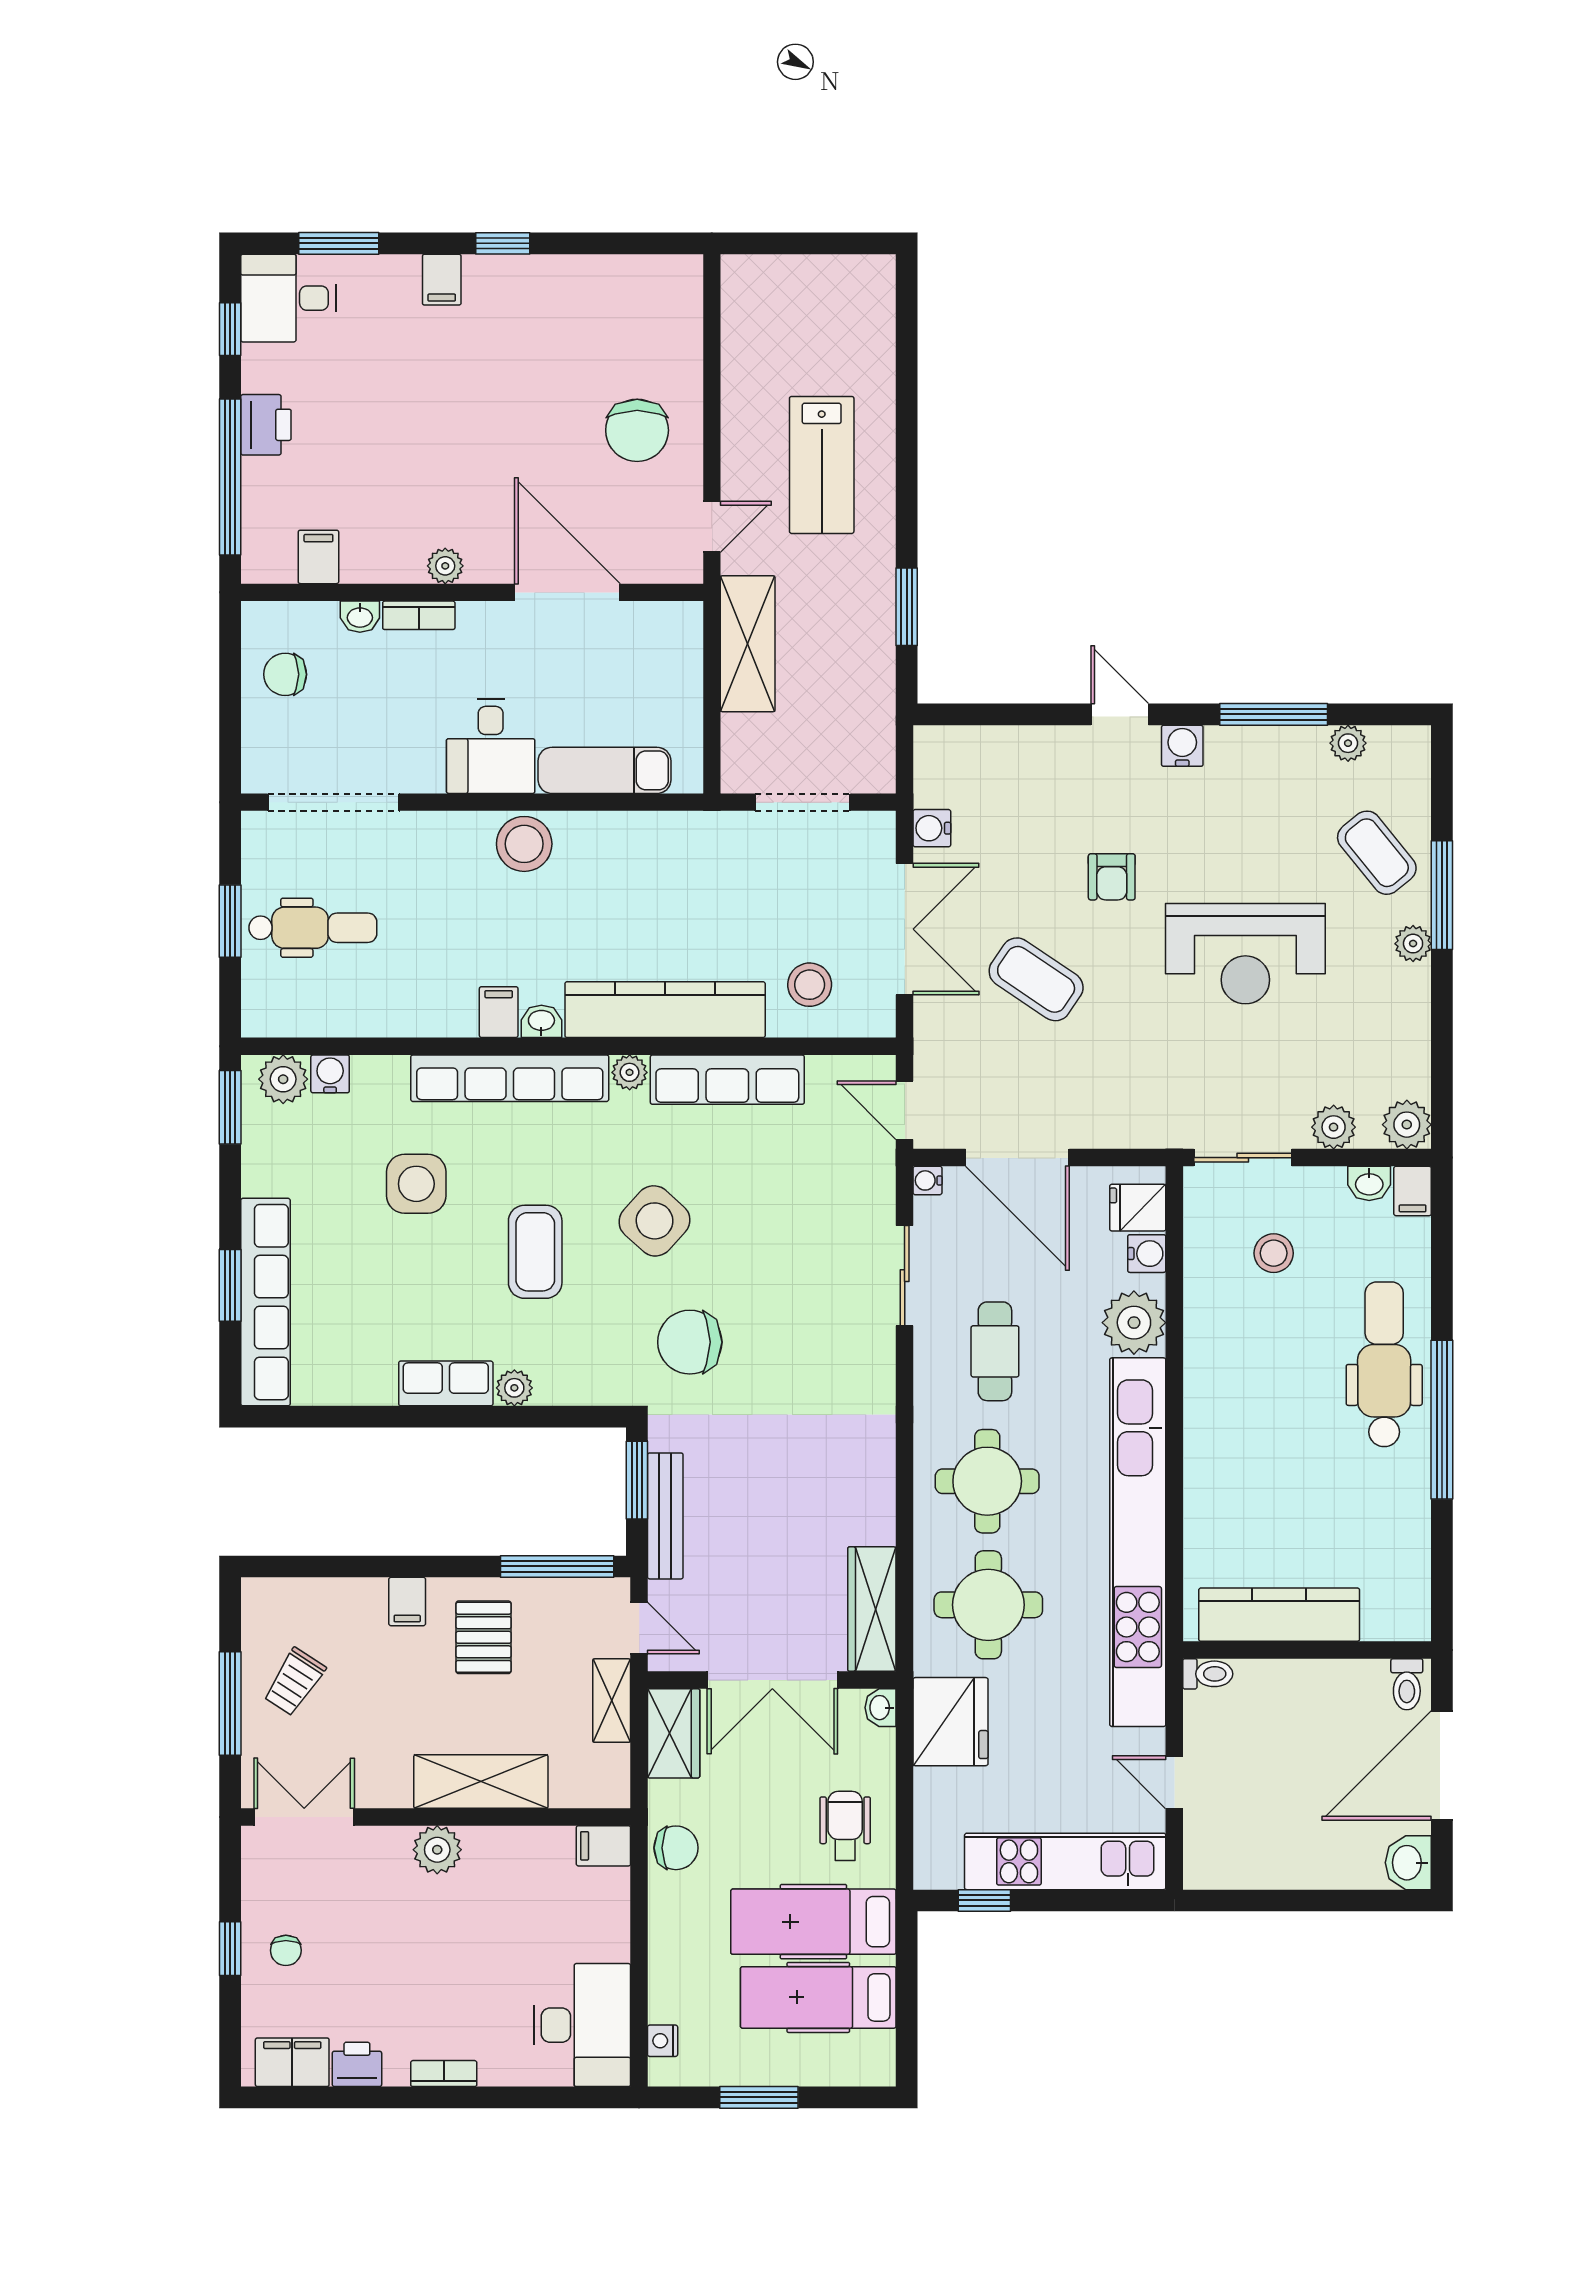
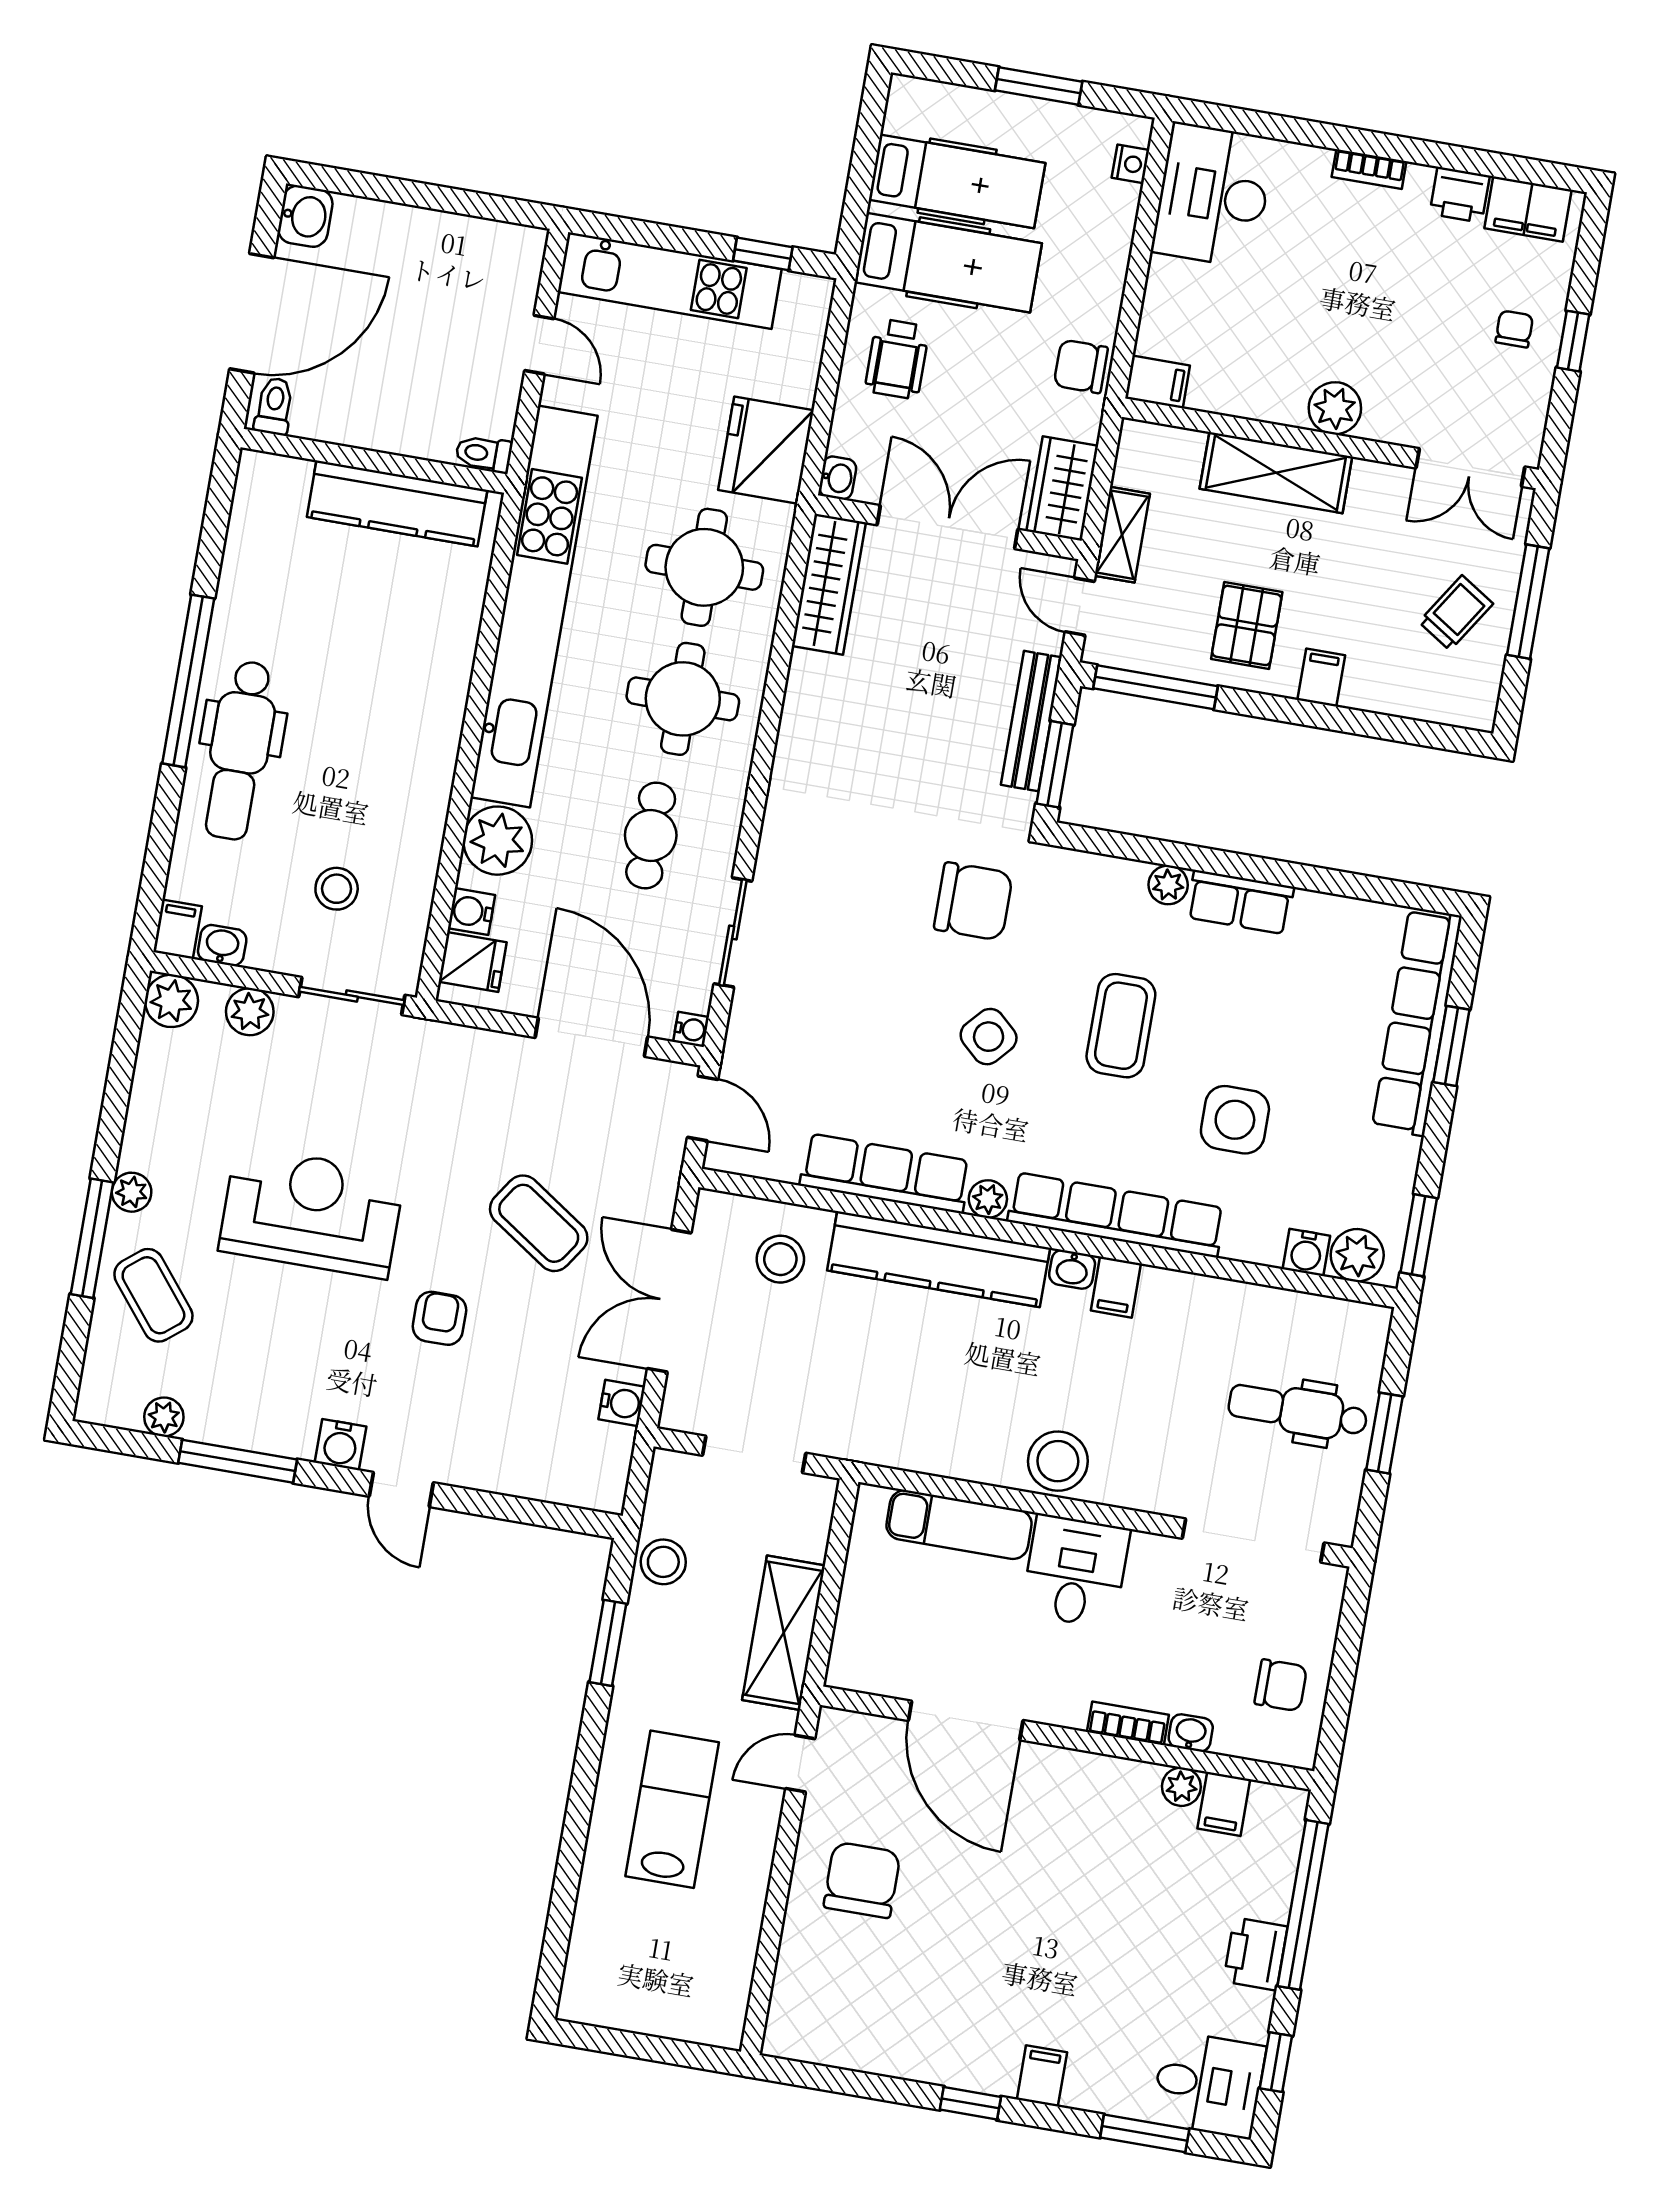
plant: (445, 566) -> (1181, 1787), moved
stool: (869, 690) -> (663, 1562), added
side table: (655, 1221) -> (989, 1037), width x0.73, depth x0.73

